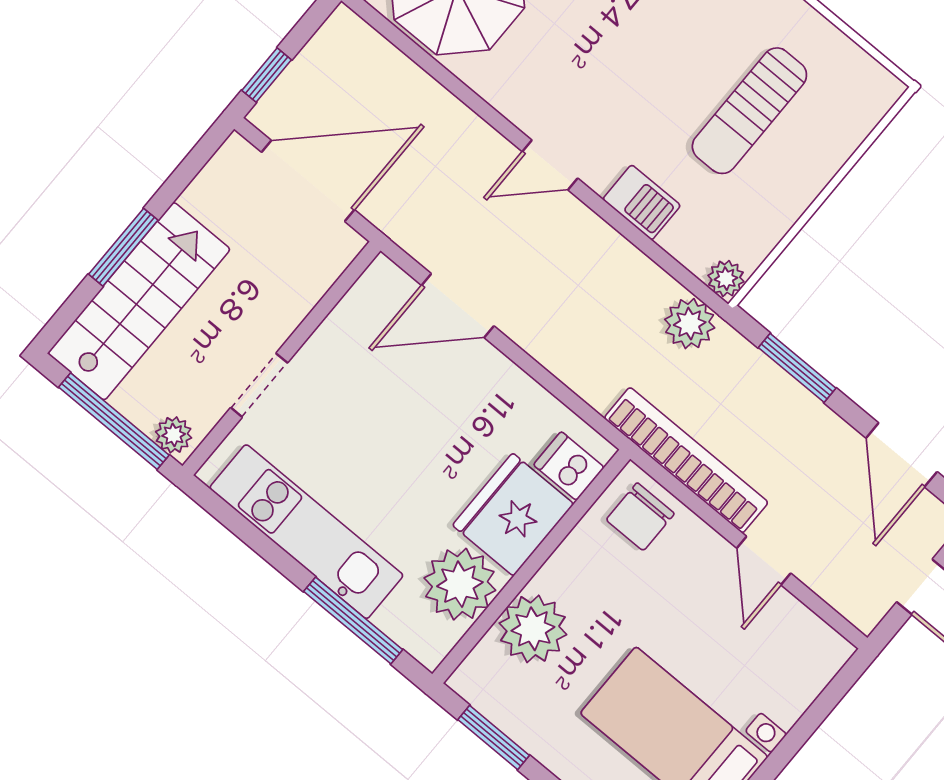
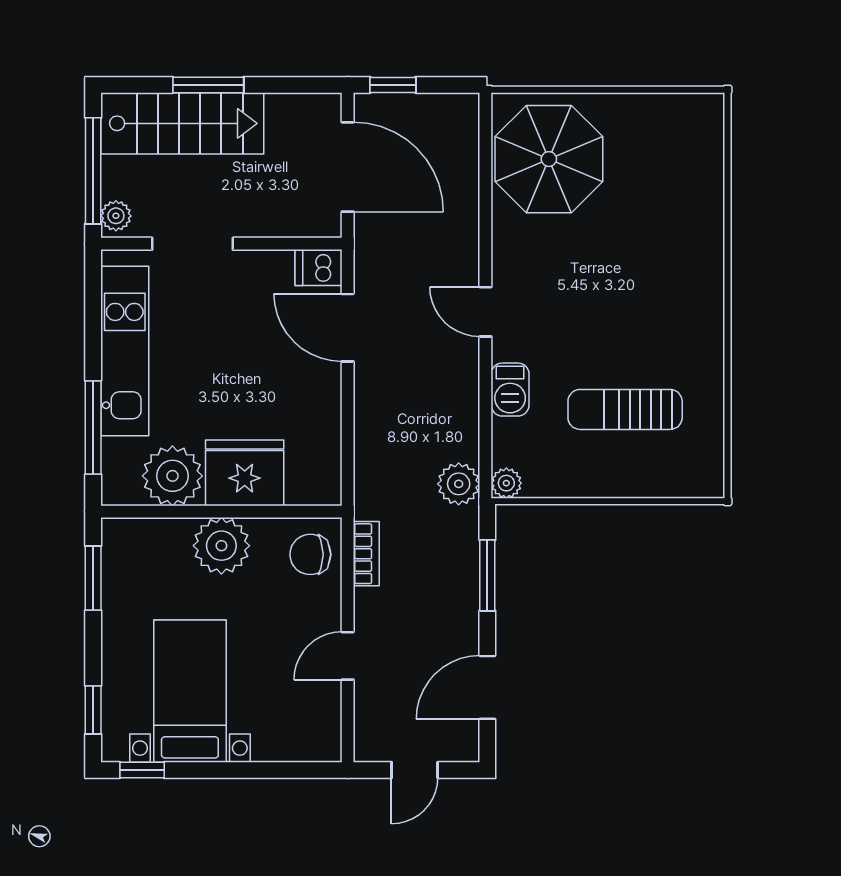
doorway: (259, 385) -> (193, 244), width x1.38
bookcase: (686, 460) -> (366, 554), width x0.43, depth x0.76
dishwasher: (569, 466) -> (319, 268), moved, turned -90
plant: (533, 629) -> (221, 546), moved

